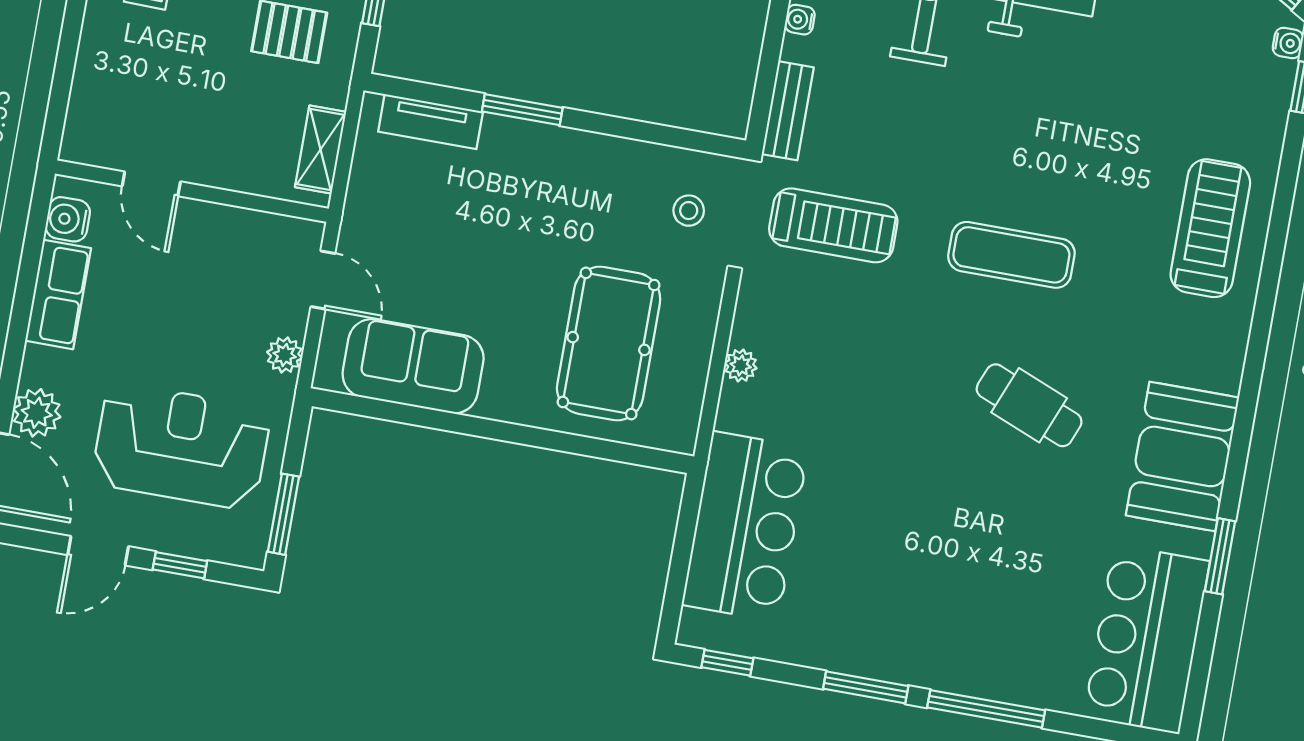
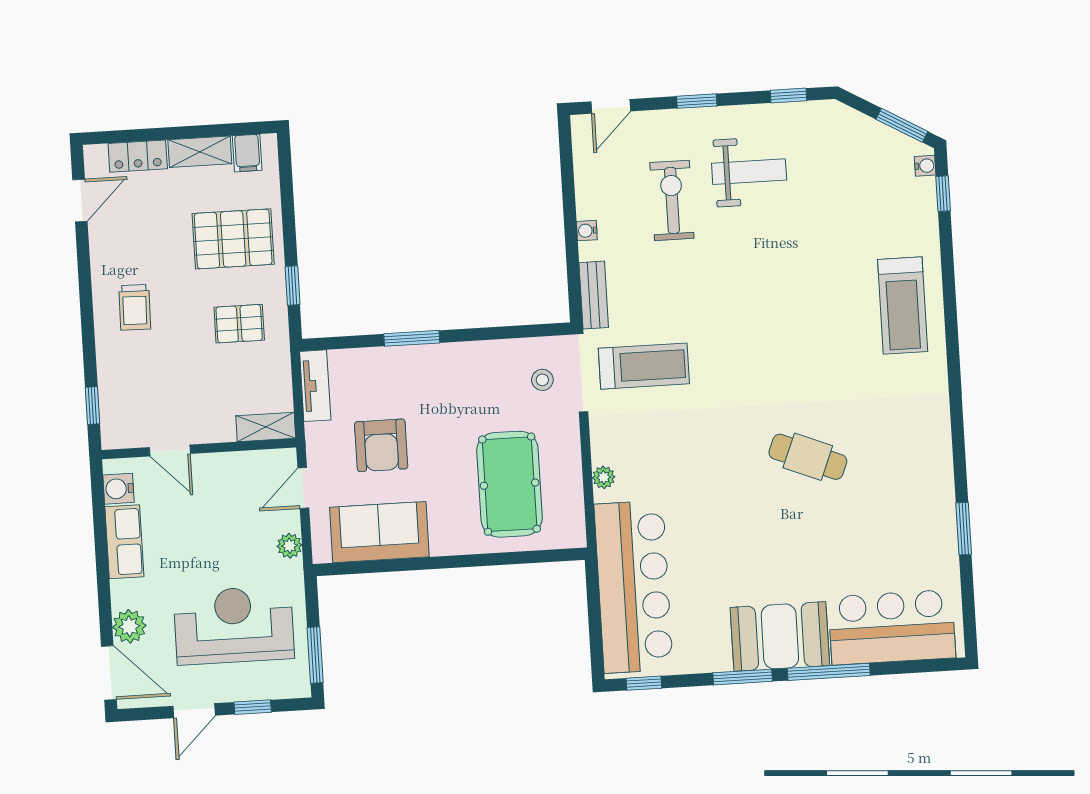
window: (60, 96) -> (92, 405), added
tv unit: (431, 122) -> (315, 386), moved, turned -90
shelving: (321, 149) -> (266, 427), moved, turned 90
treadmill: (1210, 228) -> (903, 305), turned 180
armchair: (444, 247) -> (381, 445), added
exercise mat: (1011, 255) -> (771, 357), removed
door: (323, 280) -> (303, 488), swing flipped
booth: (1182, 456) -> (780, 636), moved, turned 90
bar counter: (745, 526) -> (634, 587), width x1.36
bar counter: (1147, 639) -> (892, 627), moved, turned 90

